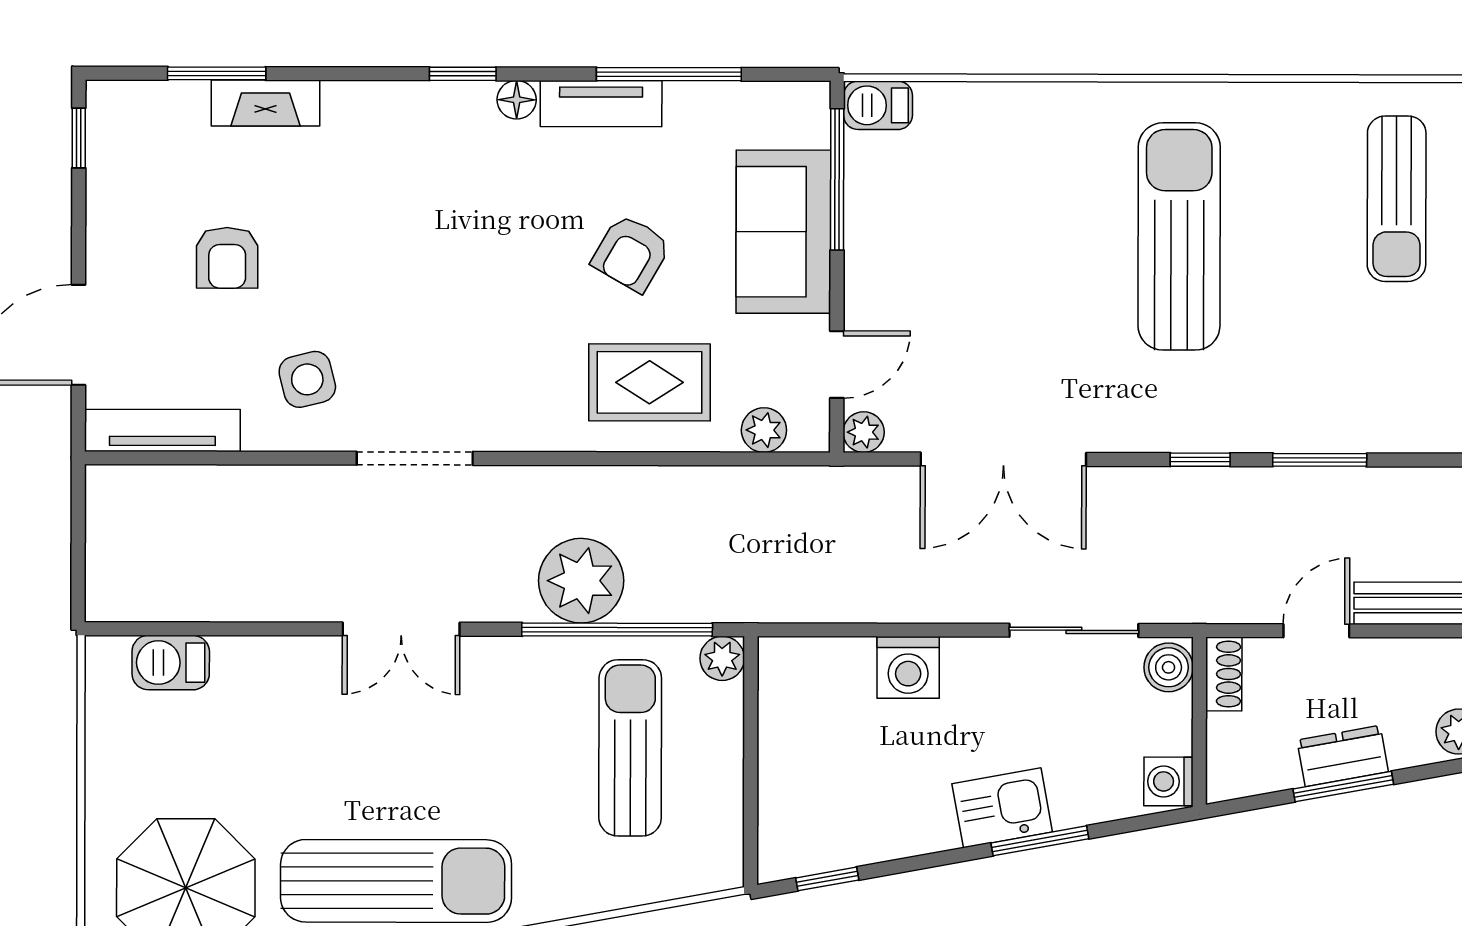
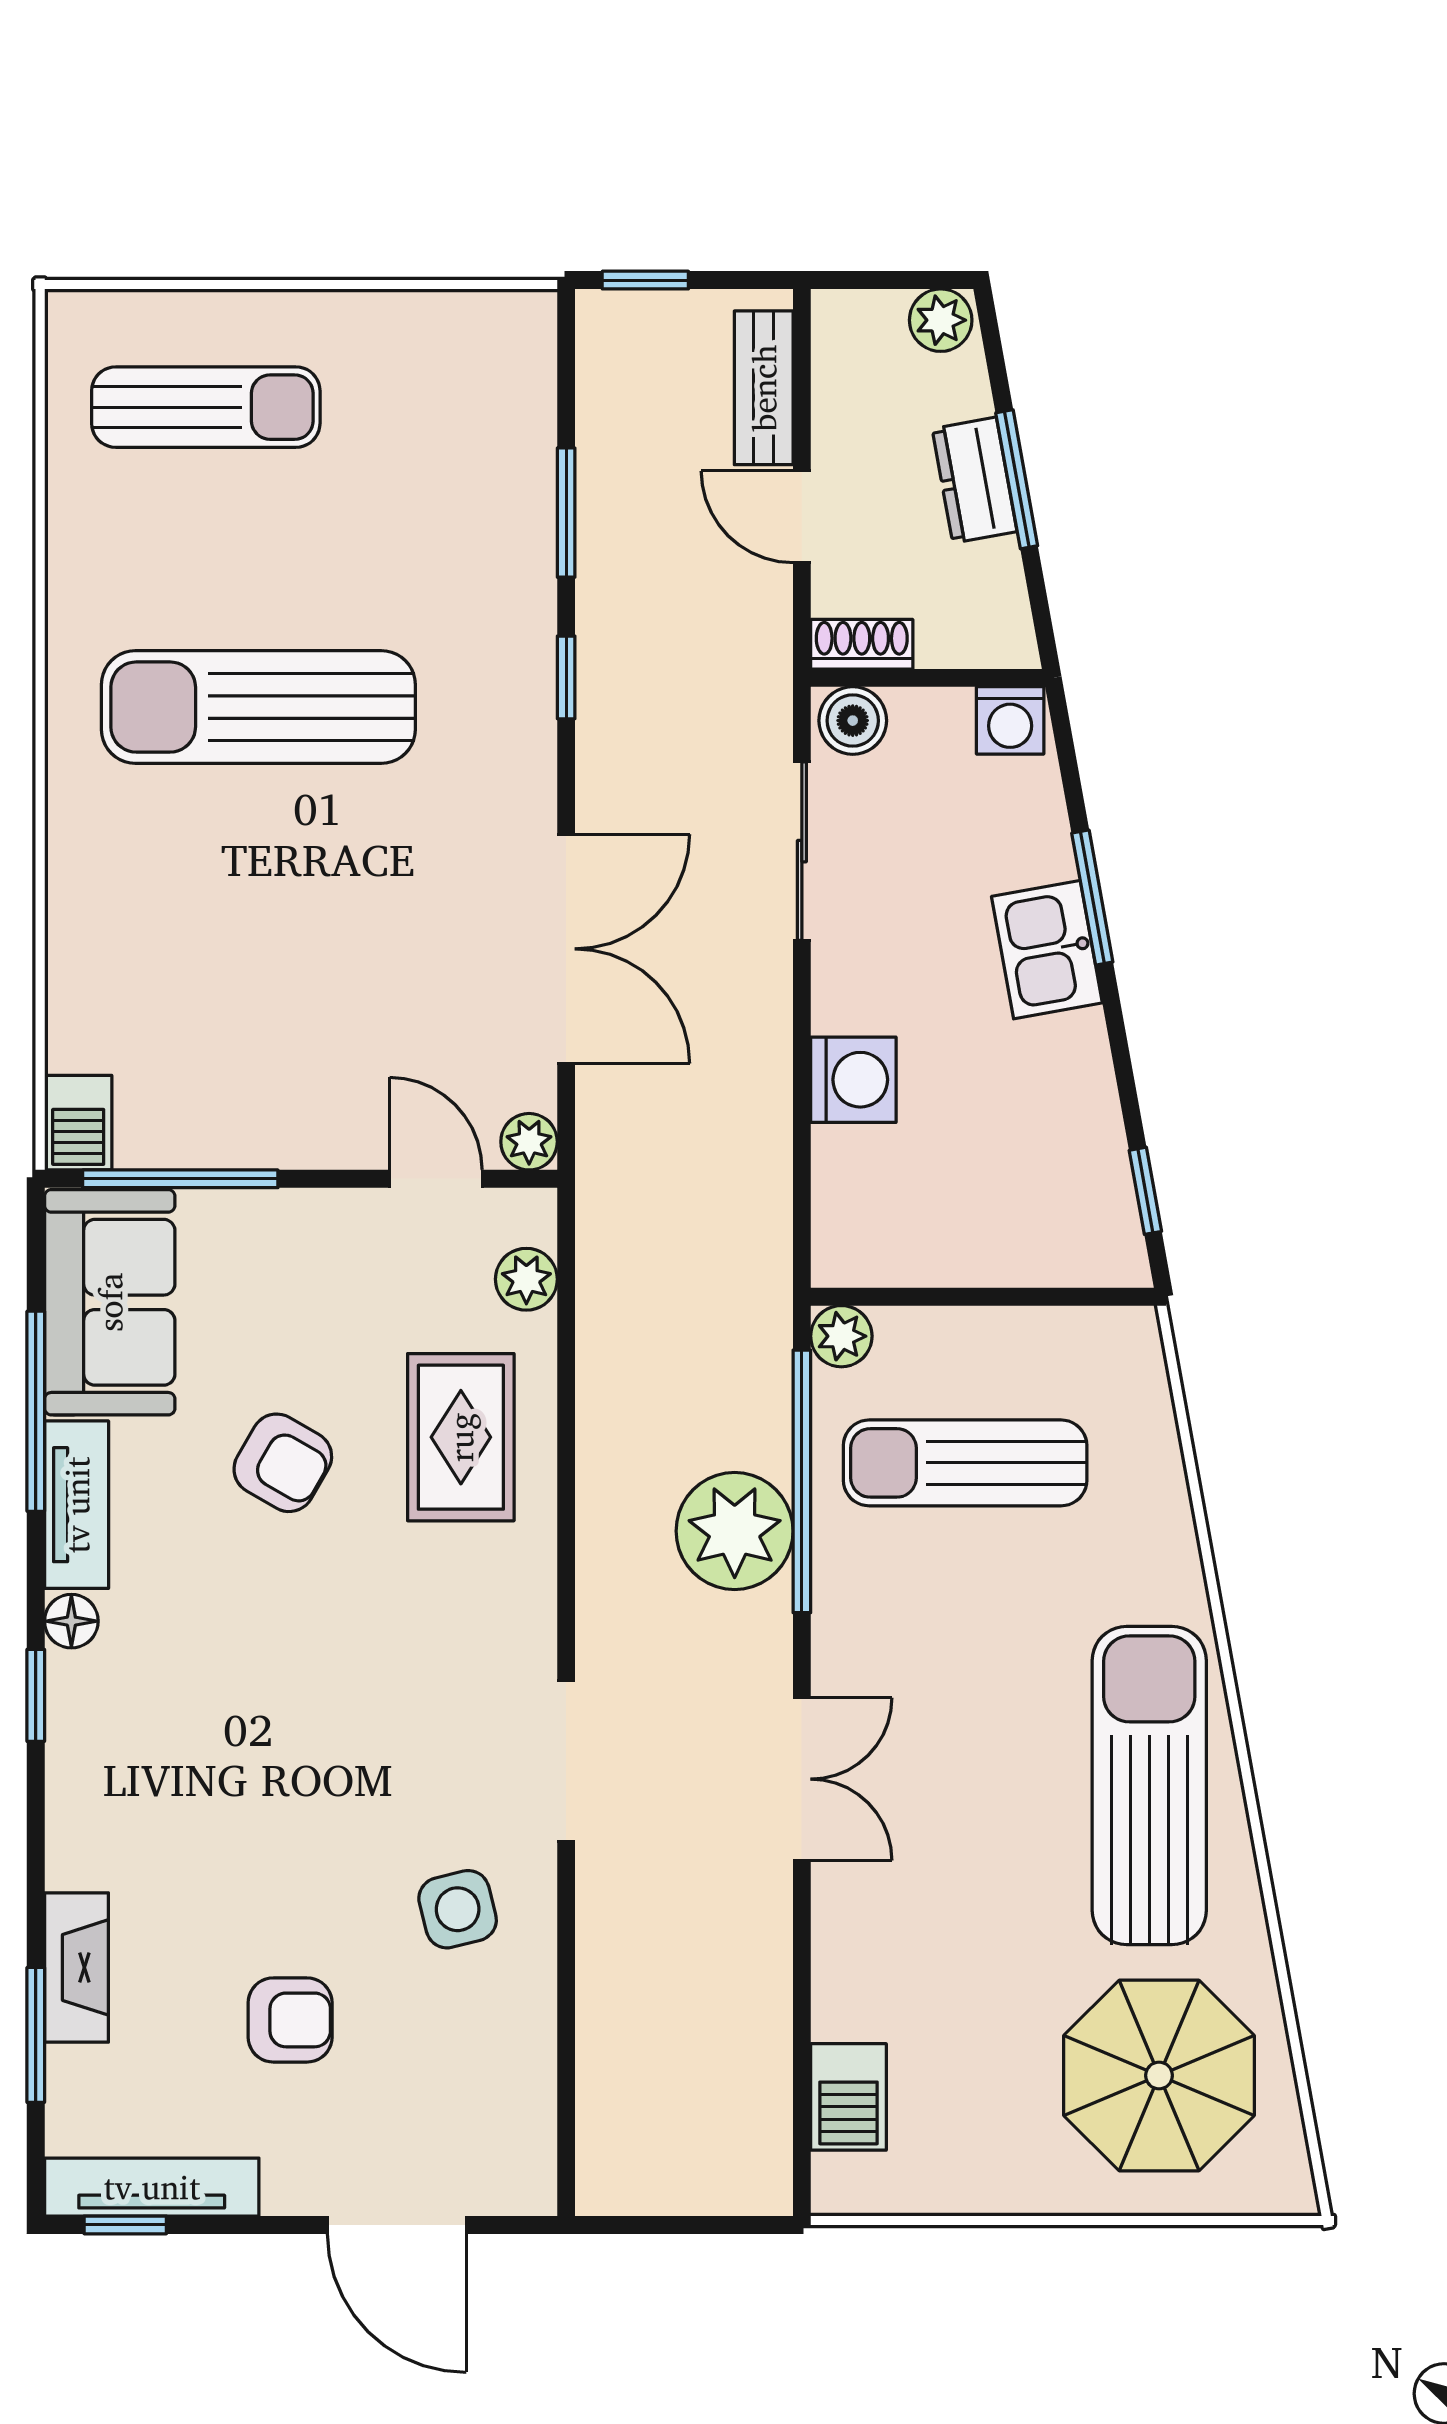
sofa: (783, 232) -> (110, 1302), moved, turned -90
tv unit: (162, 430) -> (152, 2187), moved, turned 90

